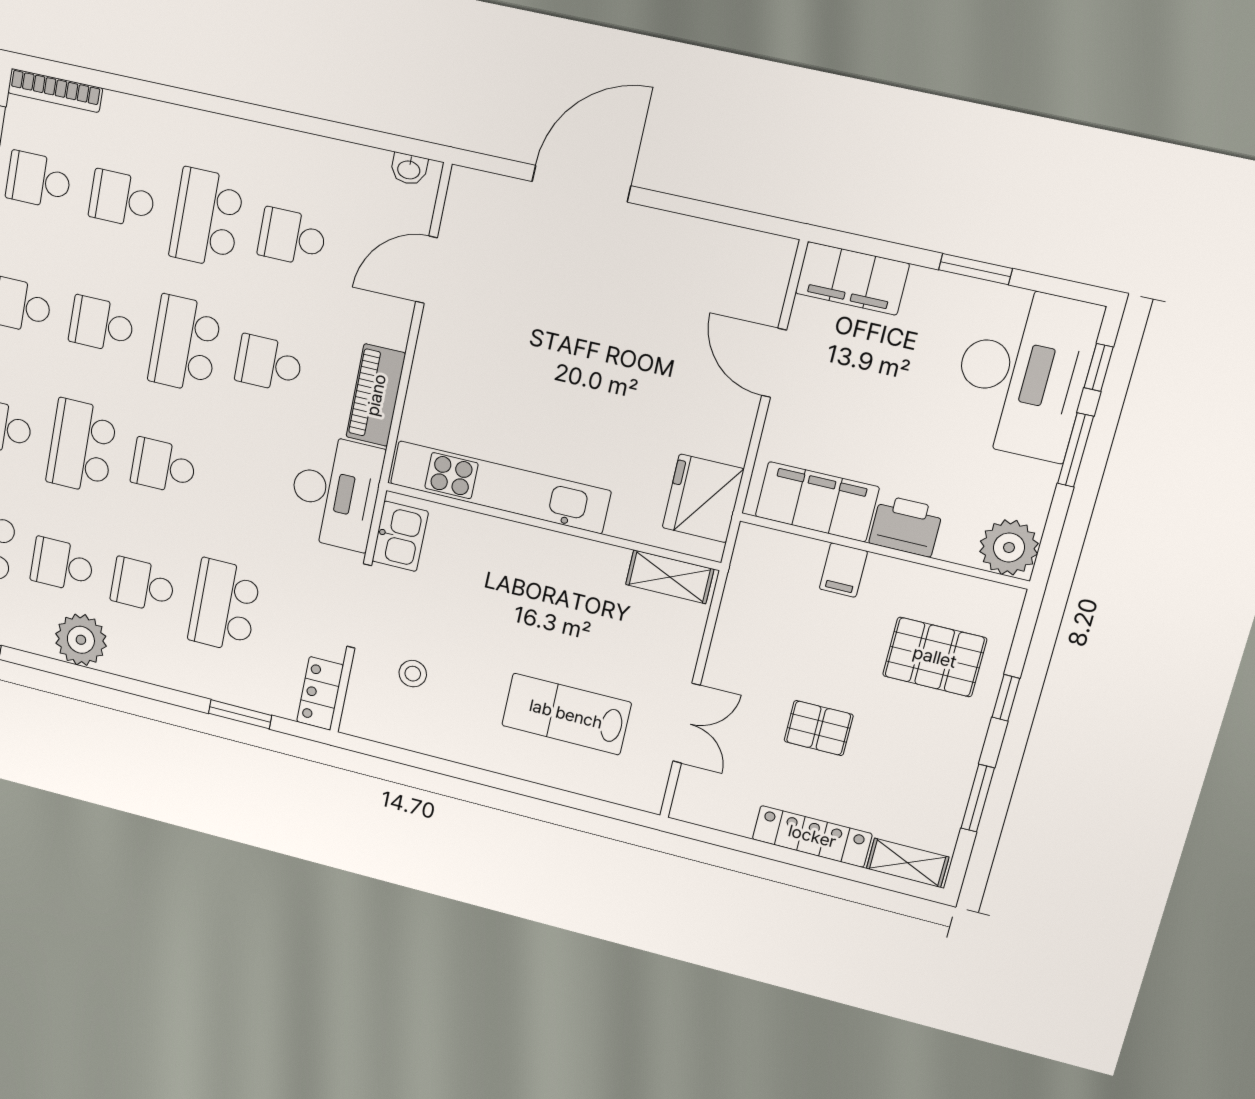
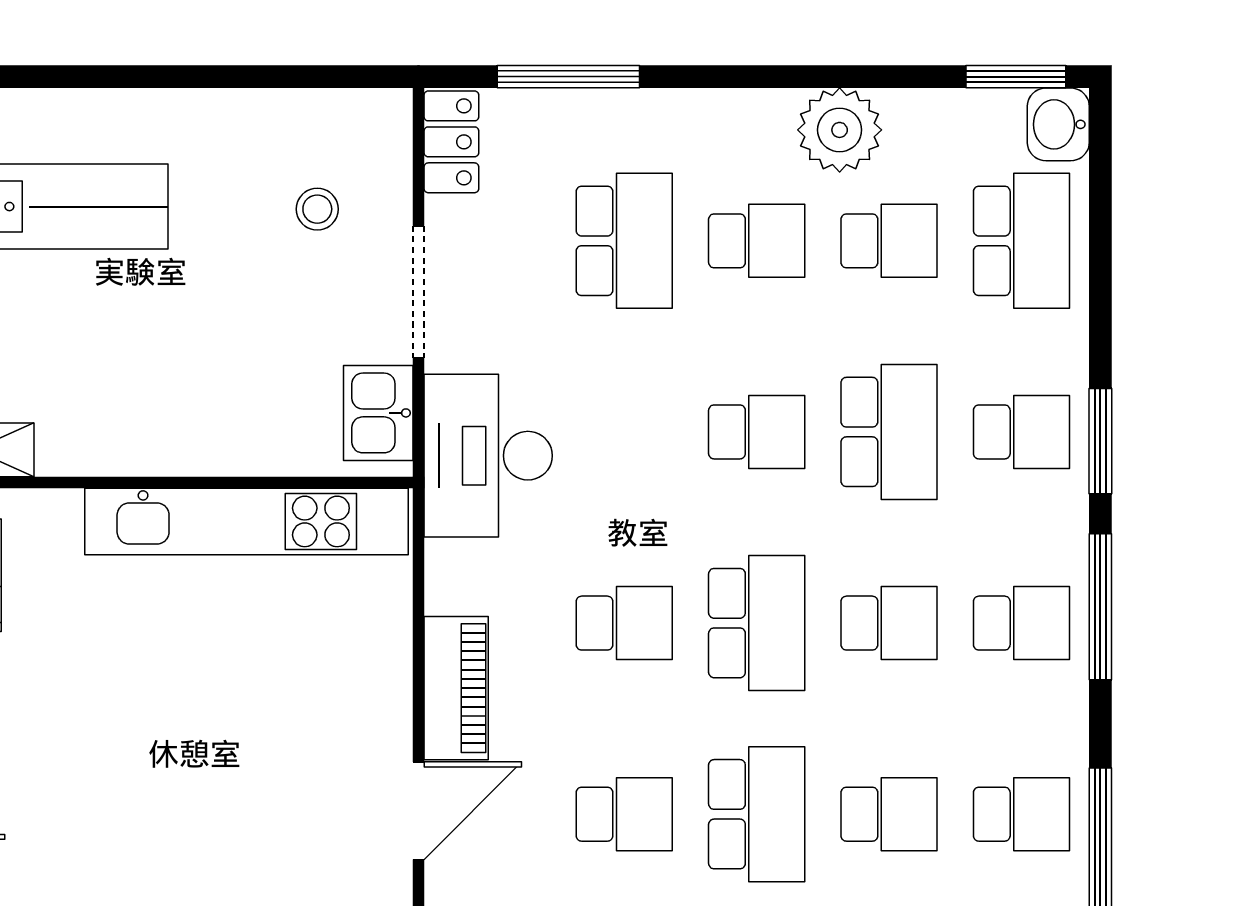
piano: (376, 395) -> (456, 688), moved
window: (240, 714) -> (568, 77), width x1.44

